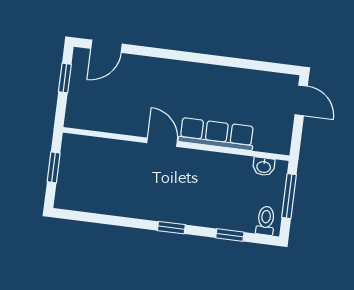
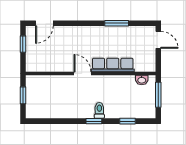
window: (233, 62) -> (117, 23), added
toilet: (266, 221) -> (99, 110), moved

